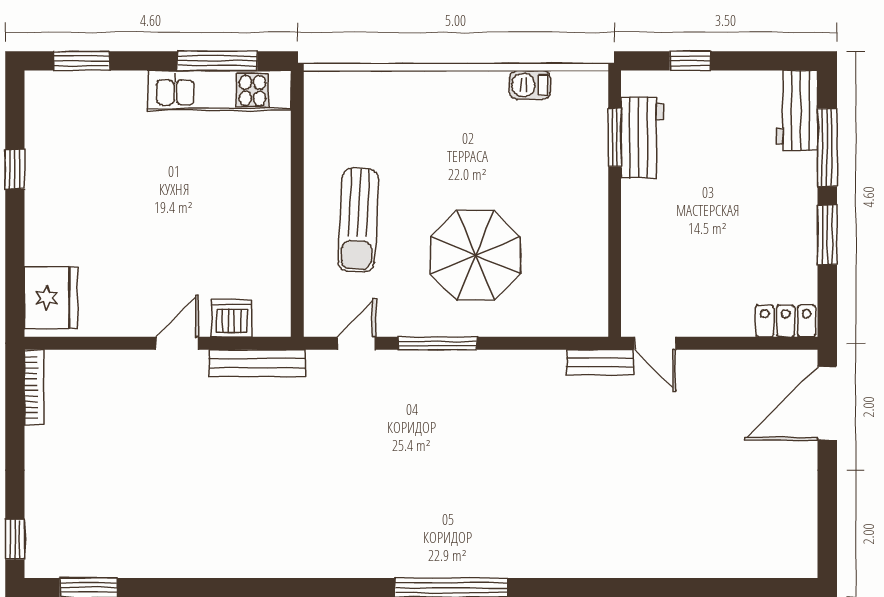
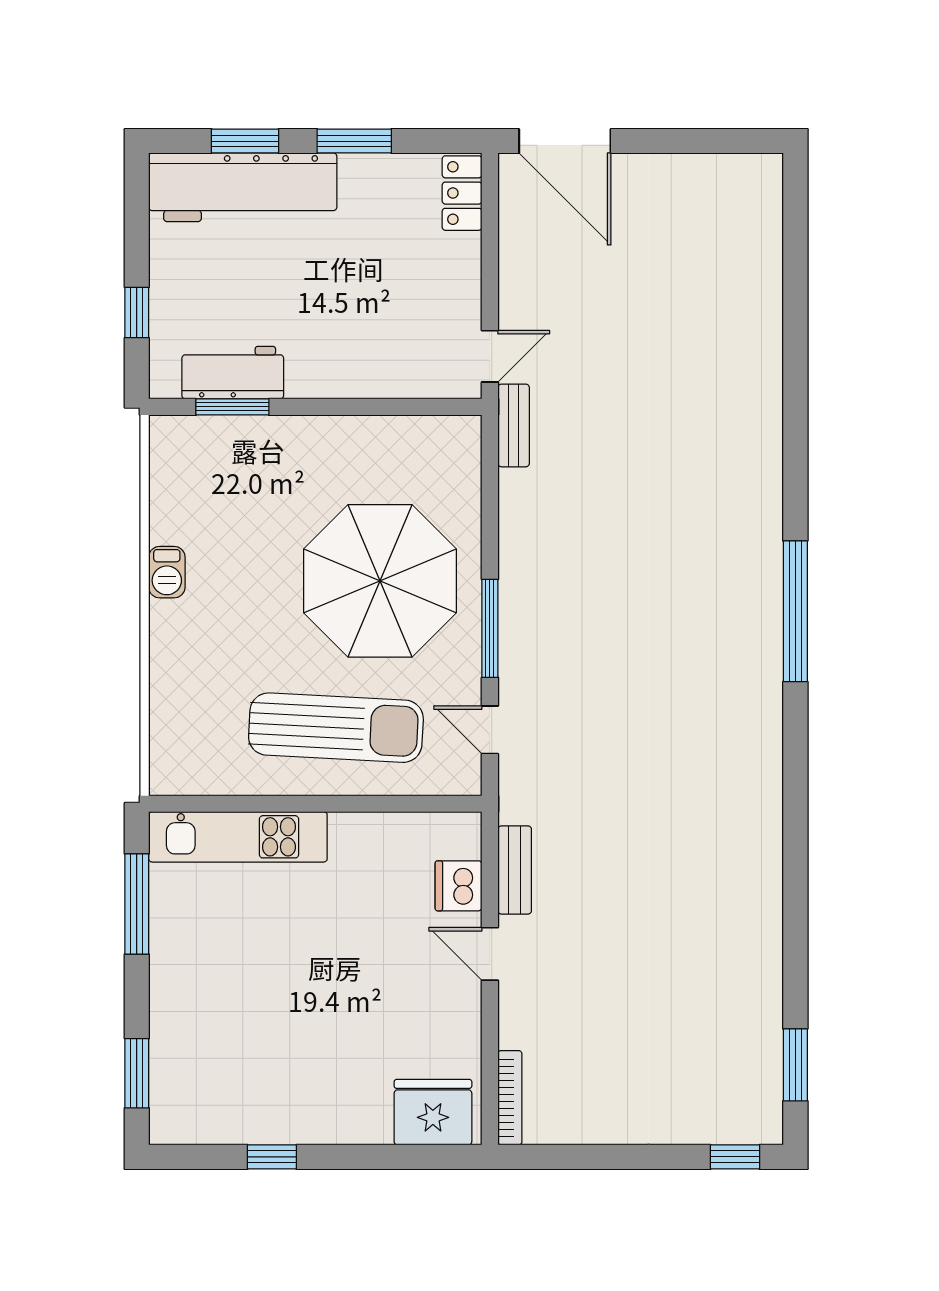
barbecue: (530, 85) -> (167, 572), moved
kitchen unit: (220, 90) -> (238, 837), moved, turned 90
workbench: (797, 110) -> (243, 187), width x1.88, depth x1.32
window: (827, 147) -> (245, 141), width x0.69
sun lounger: (358, 220) -> (336, 728), width x1.36, depth x1.34
parasol: (476, 255) -> (380, 581), width x1.36, depth x1.36
bench: (257, 363) -> (515, 870), width x0.73
bookcase: (34, 387) -> (510, 1098), moved, turned 90

